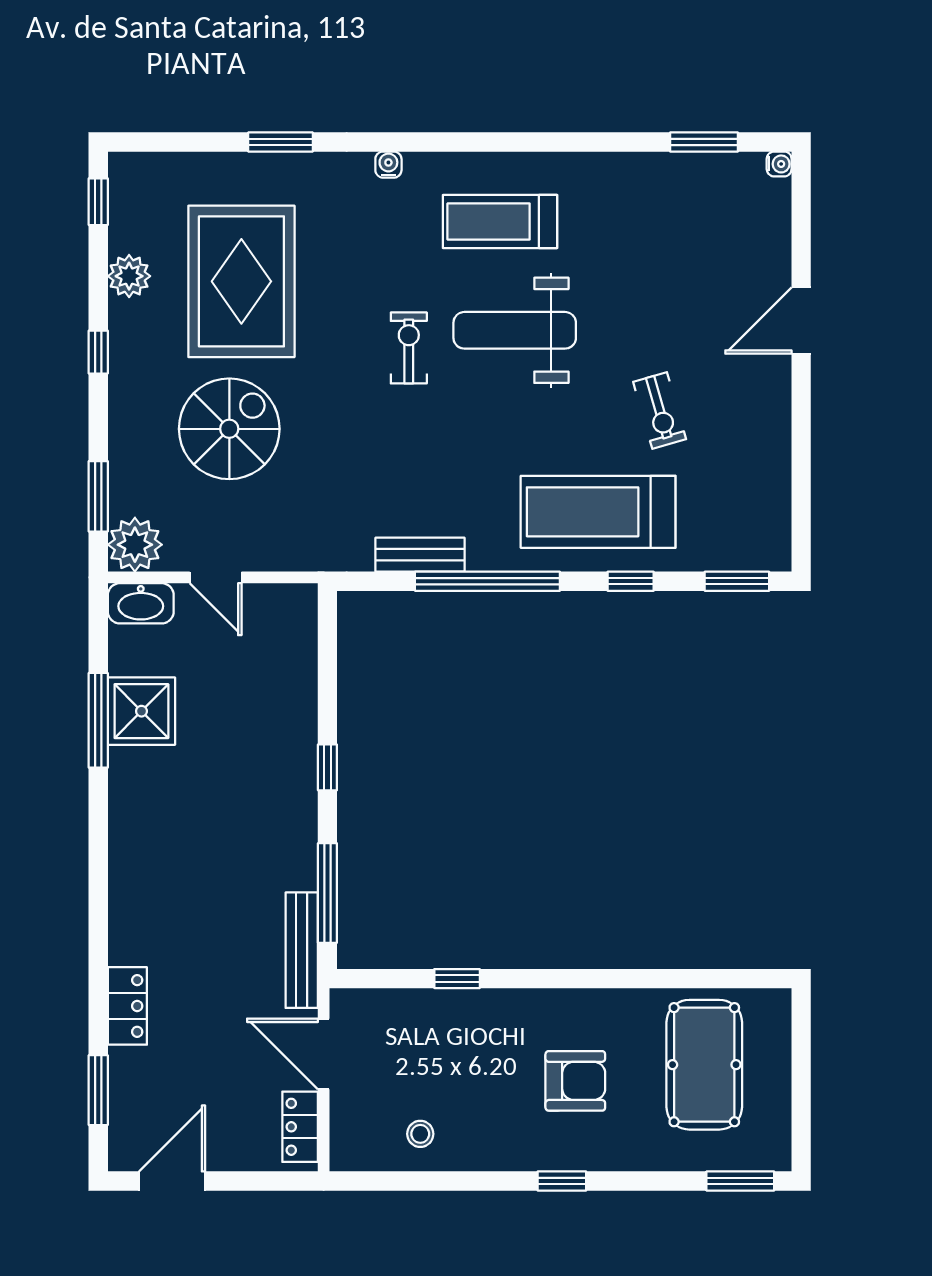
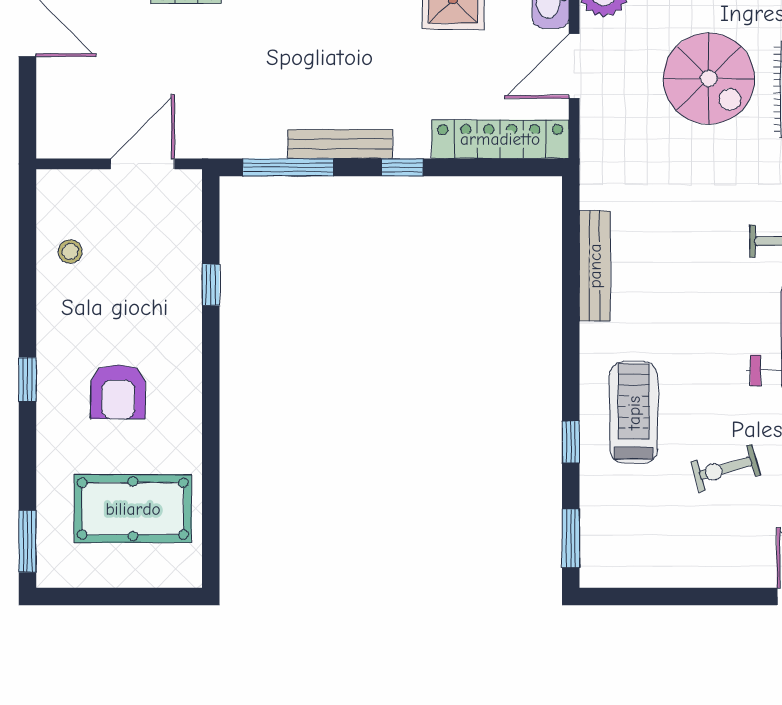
treadmill: (598, 512) -> (634, 413), width x0.73, depth x0.73
bench: (420, 555) -> (595, 266), width x1.36
door: (216, 577) -> (574, 66), width x1.38
window: (487, 581) -> (571, 312), removed
bench: (302, 950) -> (340, 144), moved
locker: (300, 1127) -> (500, 139), moved, width x2.16, depth x1.21

